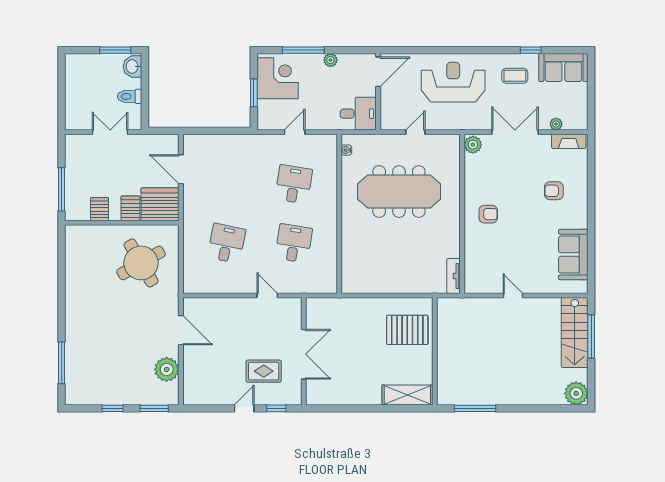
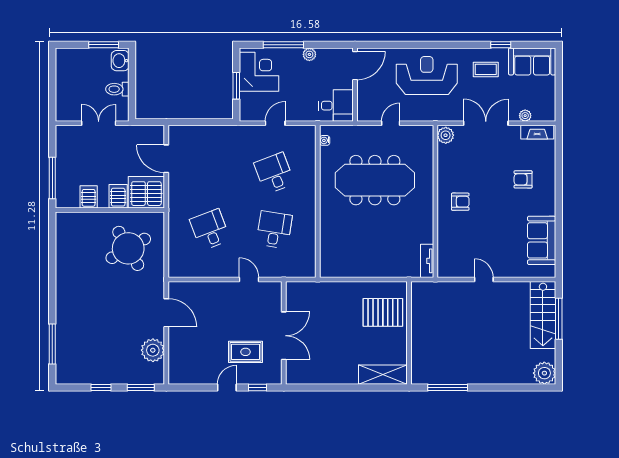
desk: (294, 184) -> (274, 173), turned -30
desk: (226, 243) -> (210, 230), turned -33

